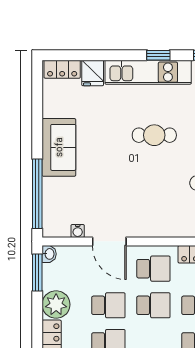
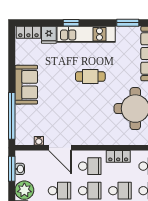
window: (158, 55) -> (71, 23), moved
washbasin: (49, 254) -> (20, 169), moved

